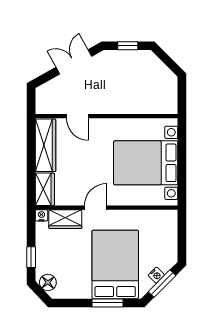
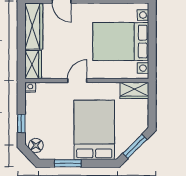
wardrobe: (65, 219) -> (134, 90), moved
nightstand: (156, 275) -> (130, 139), removed
window: (107, 303) -> (68, 163), moved

